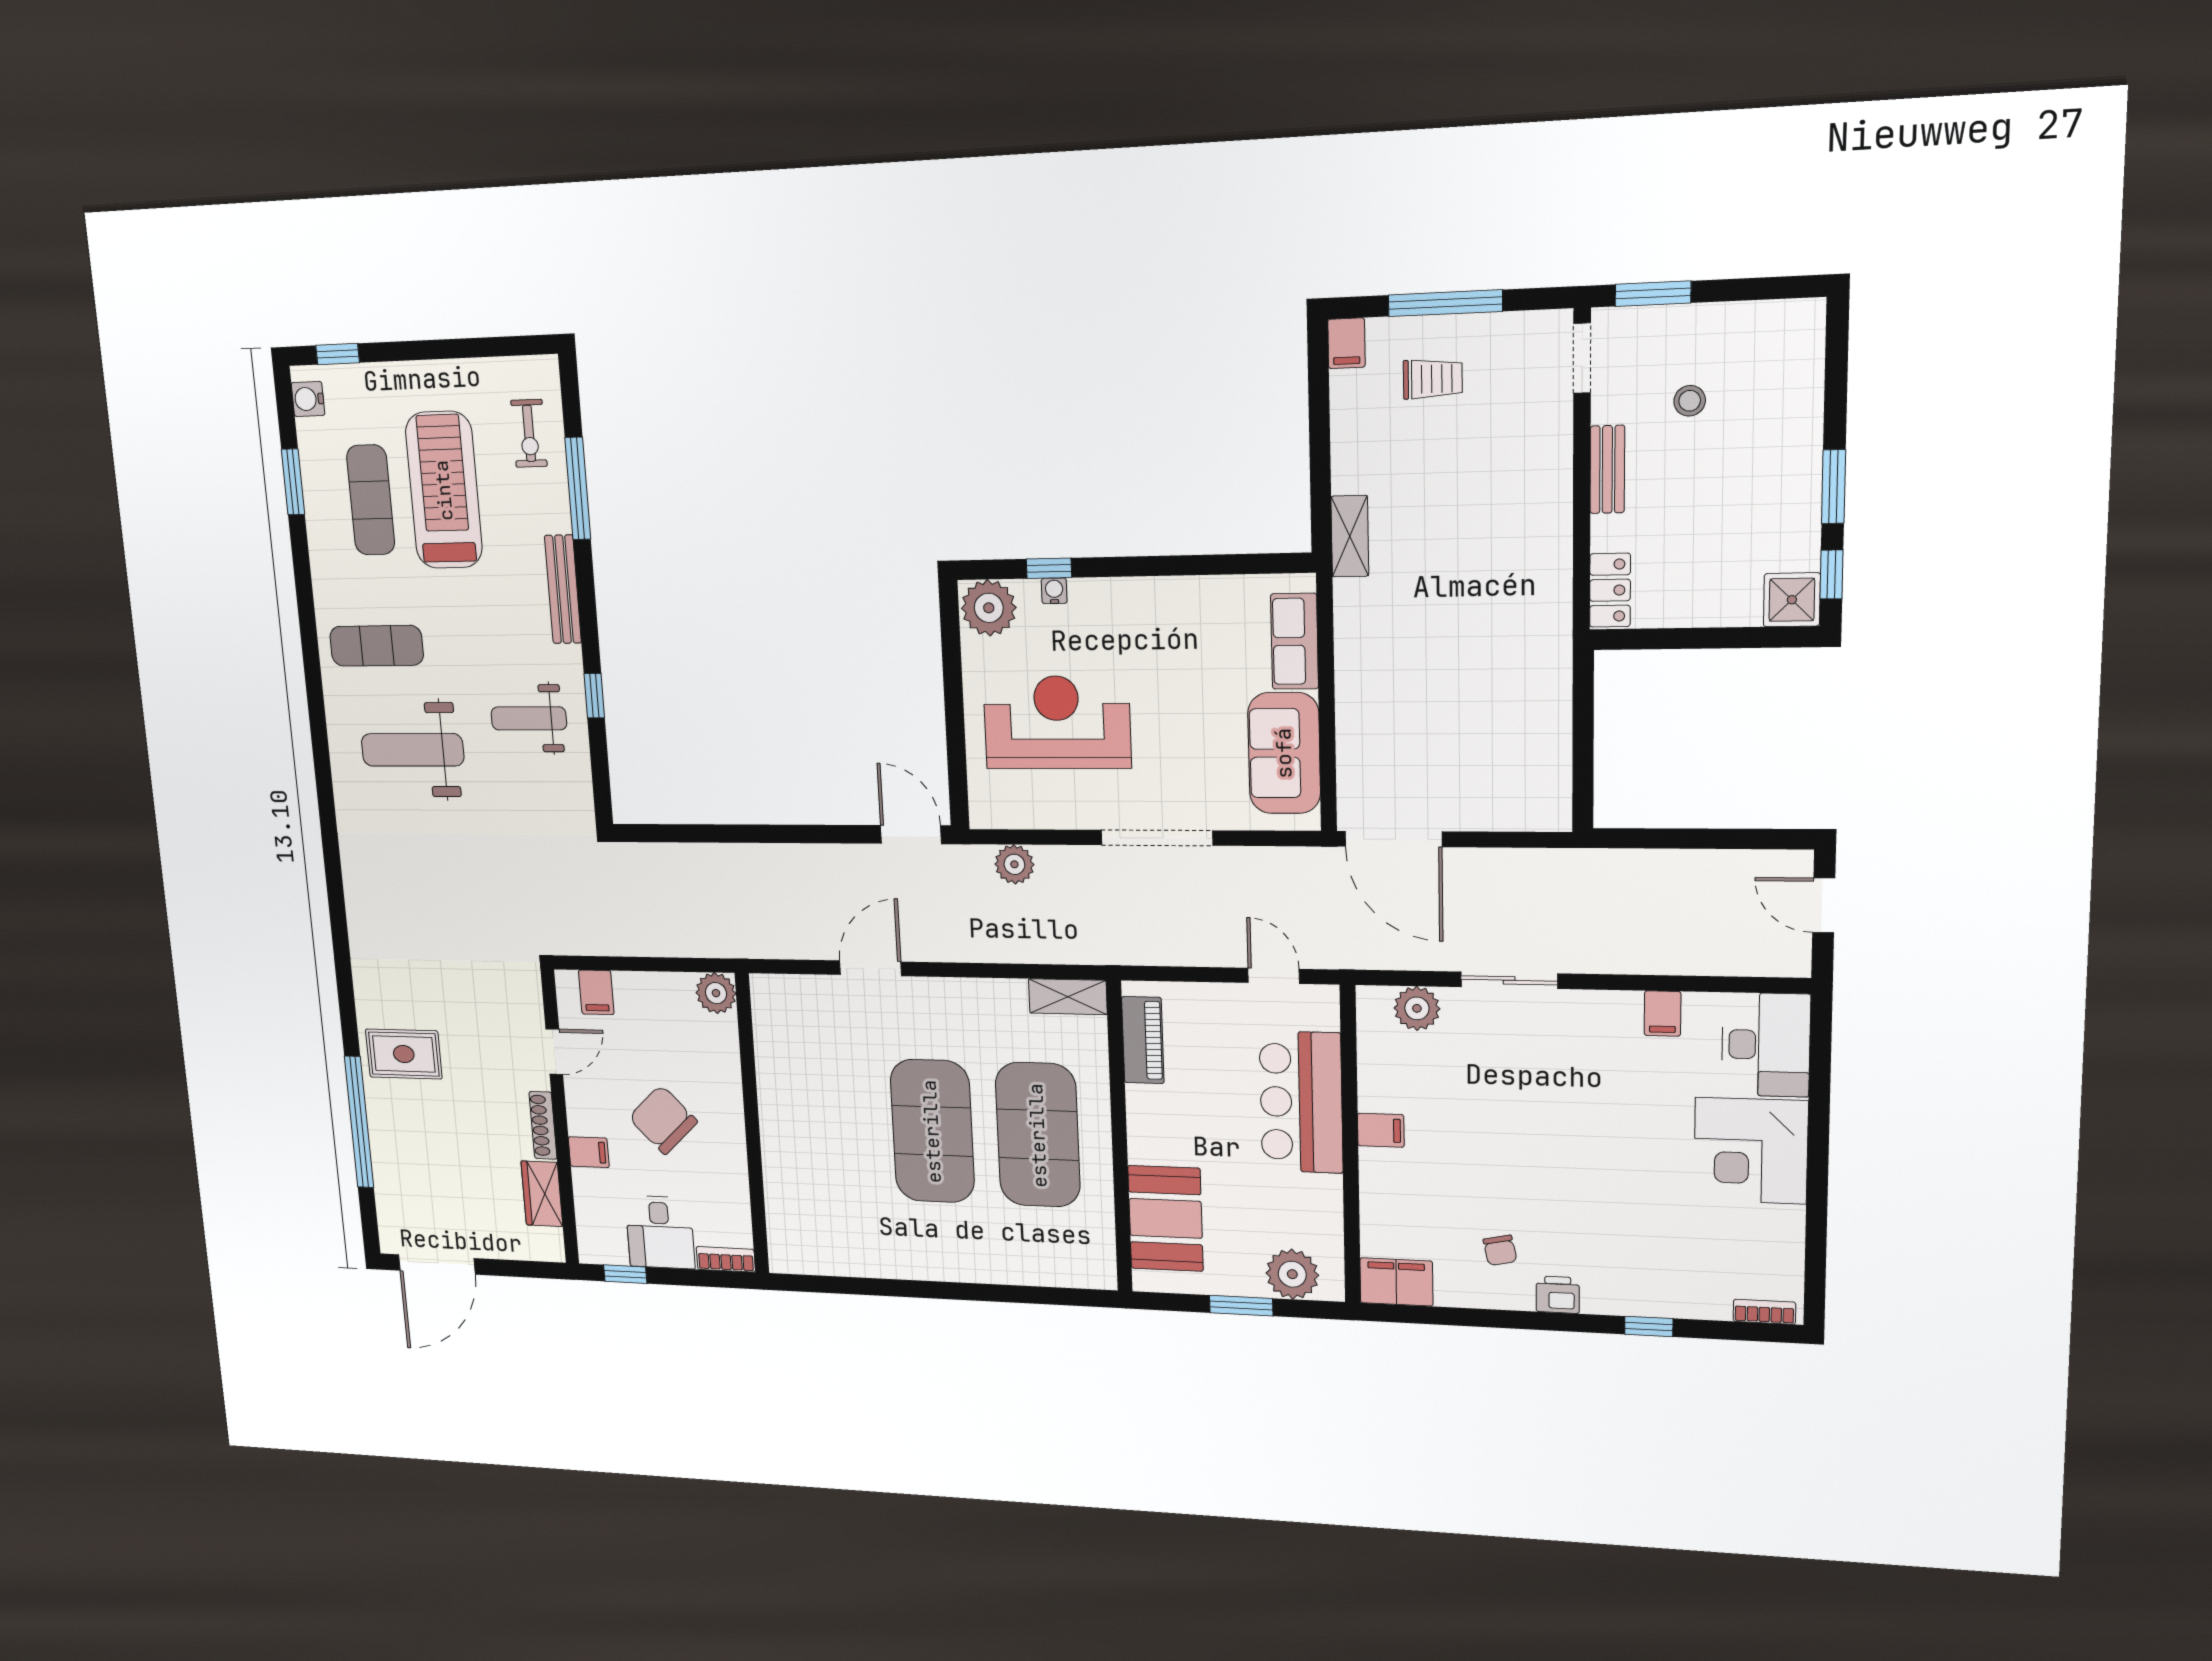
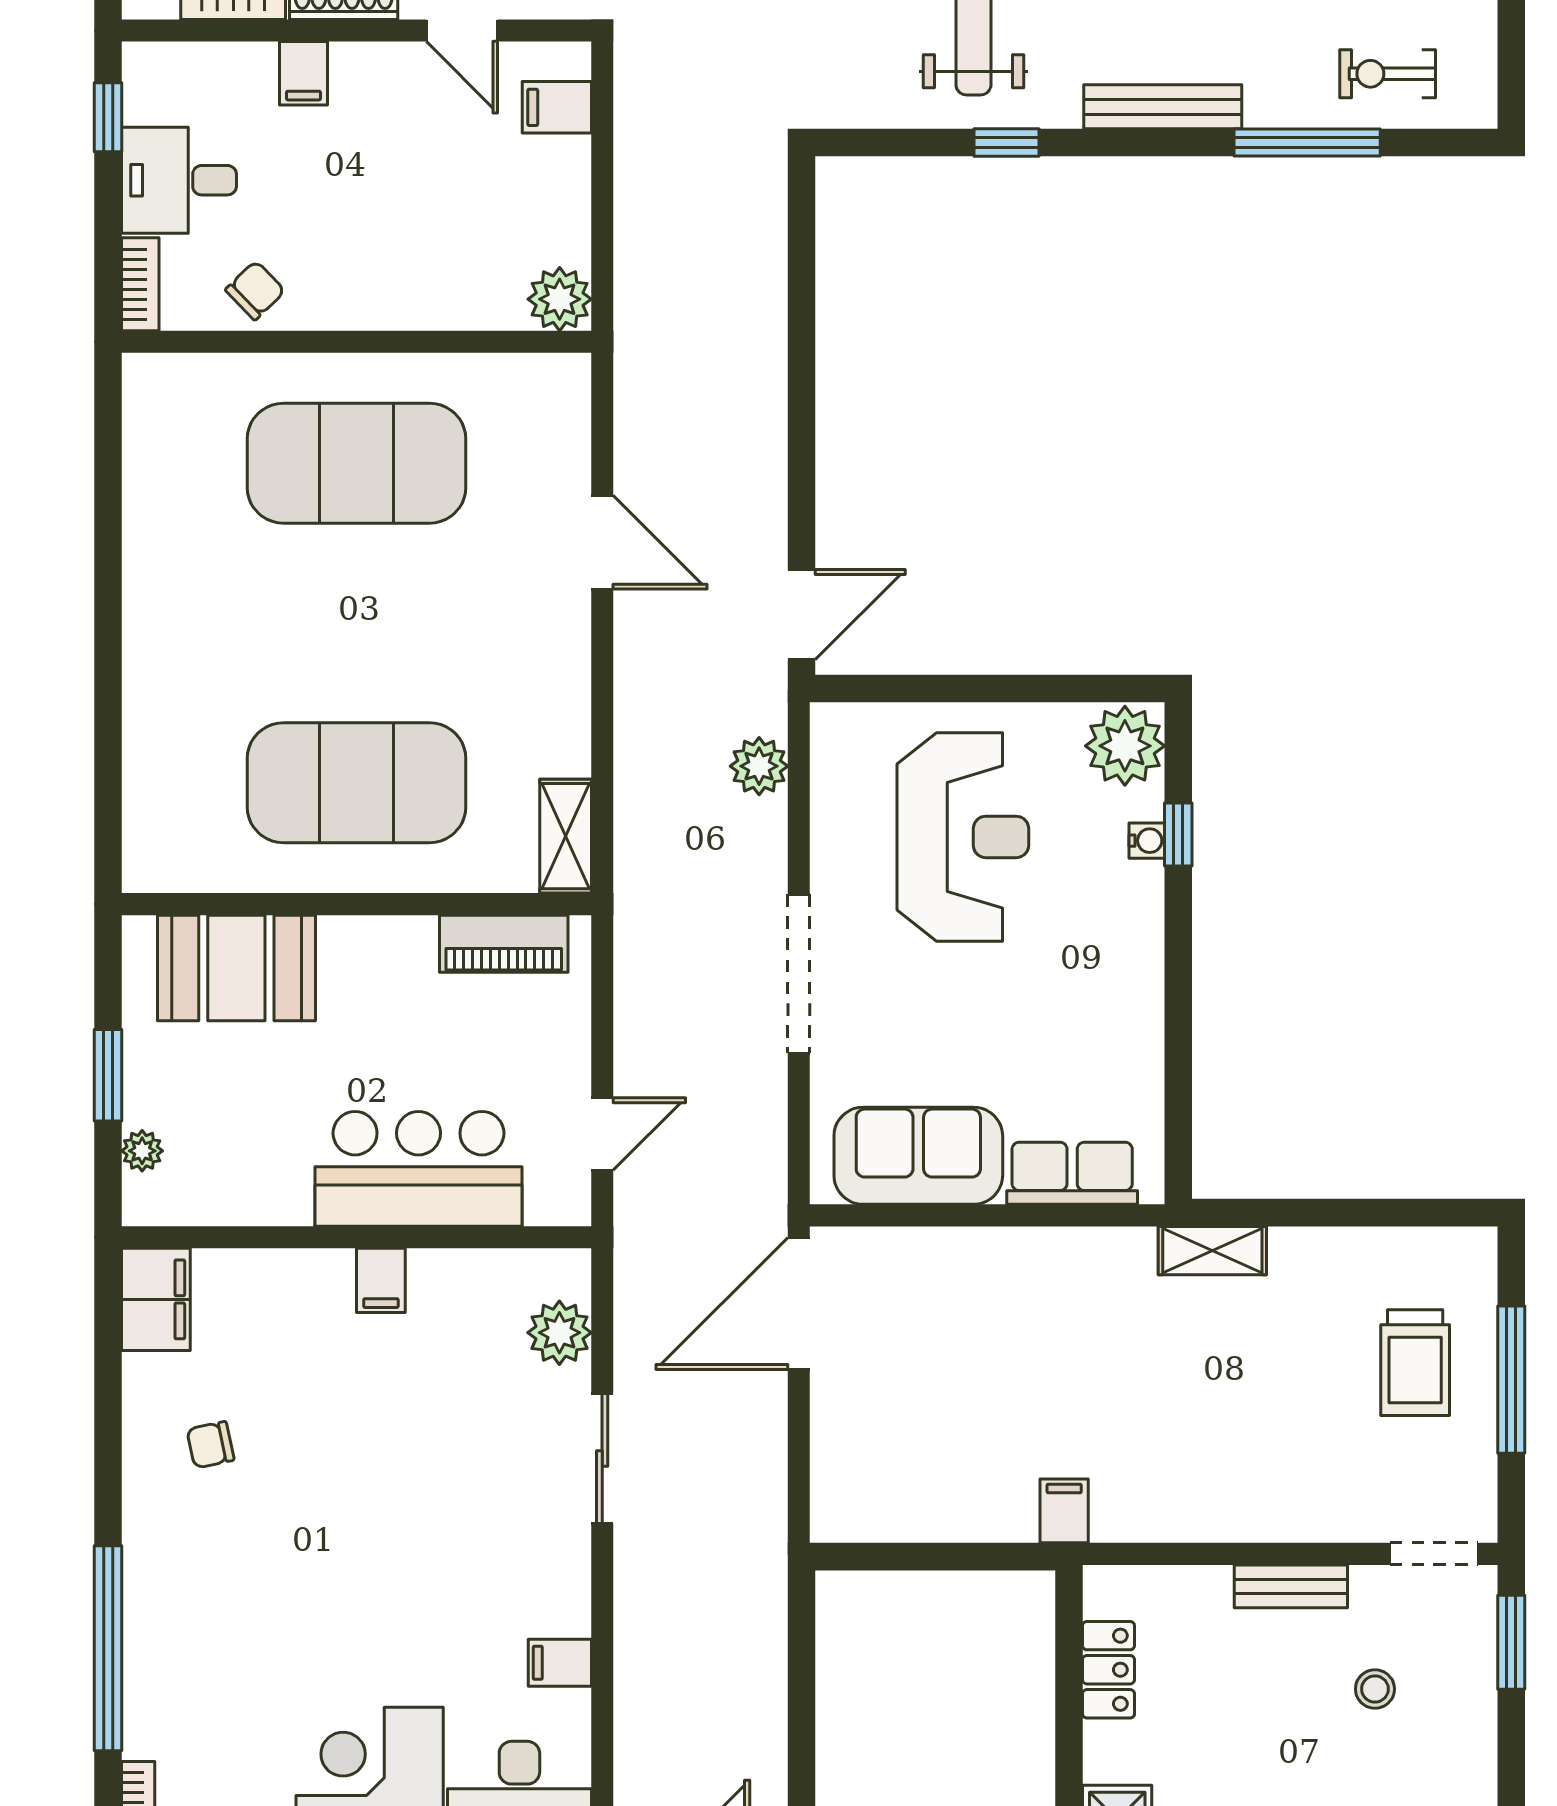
filing cabinet: (1346, 343) -> (1064, 1511), moved, turned 90
trolley: (1433, 379) -> (1415, 1363), width x1.36, depth x1.39
locker: (1610, 590) -> (1108, 1670), moved, turned -90
chair: (663, 1120) -> (255, 290), moved, width x0.54, depth x0.54
exercise mat: (932, 1131) -> (356, 463), moved
plant: (1292, 1274) -> (142, 1151), width x0.53, depth x0.53
printer: (1558, 1295) -> (148, 1524), removed
window: (1649, 1326) -> (108, 1648), width x3.17

